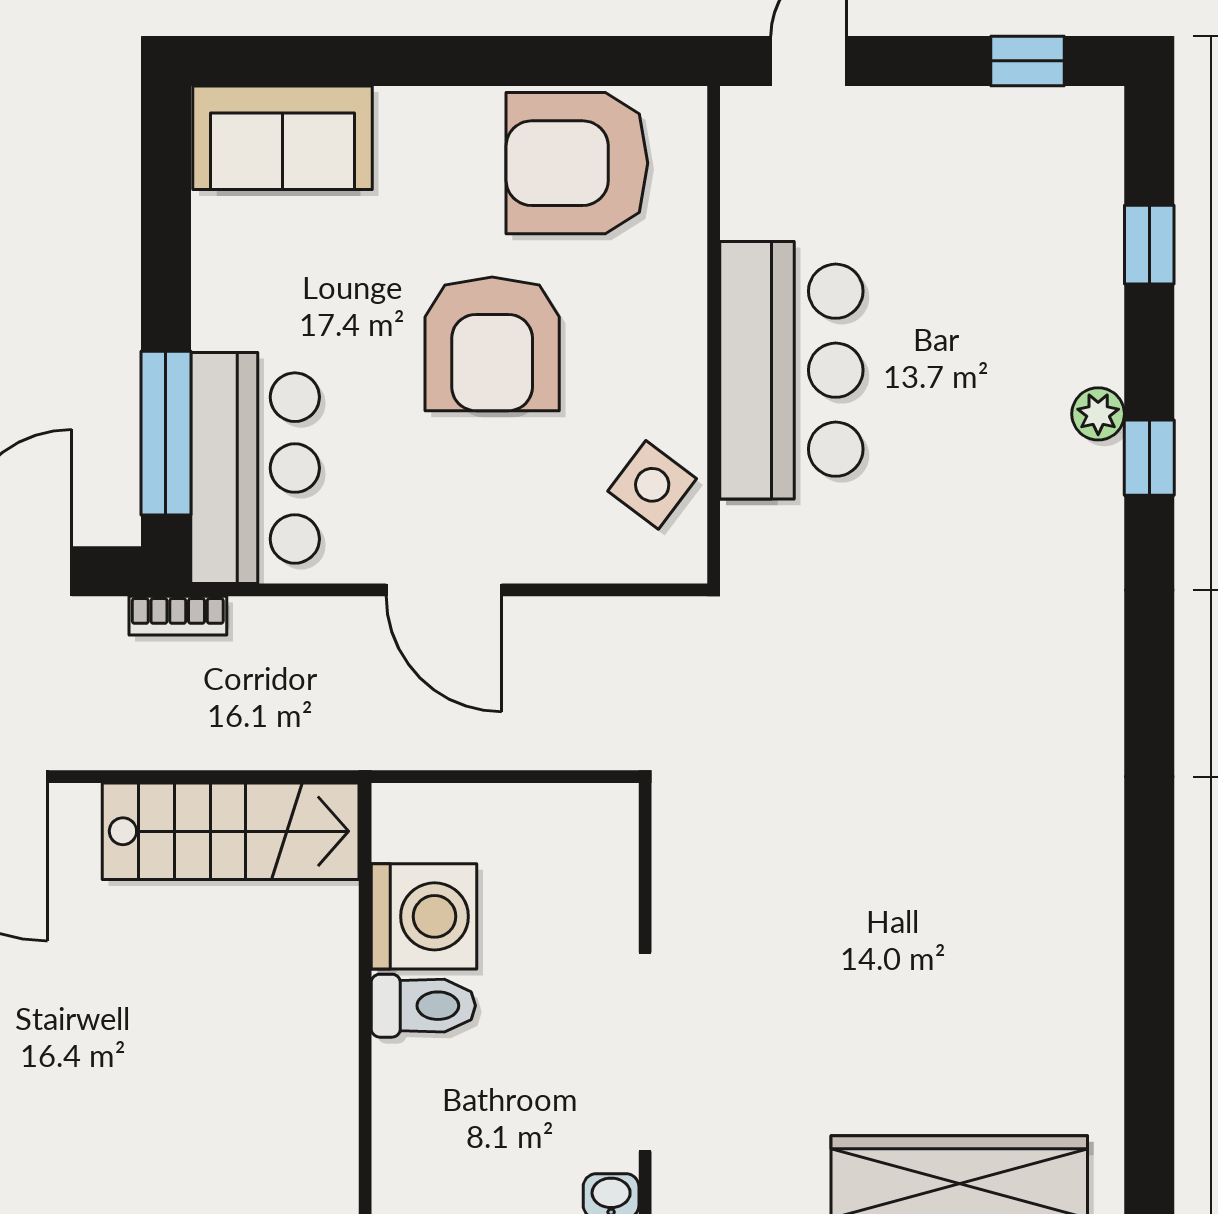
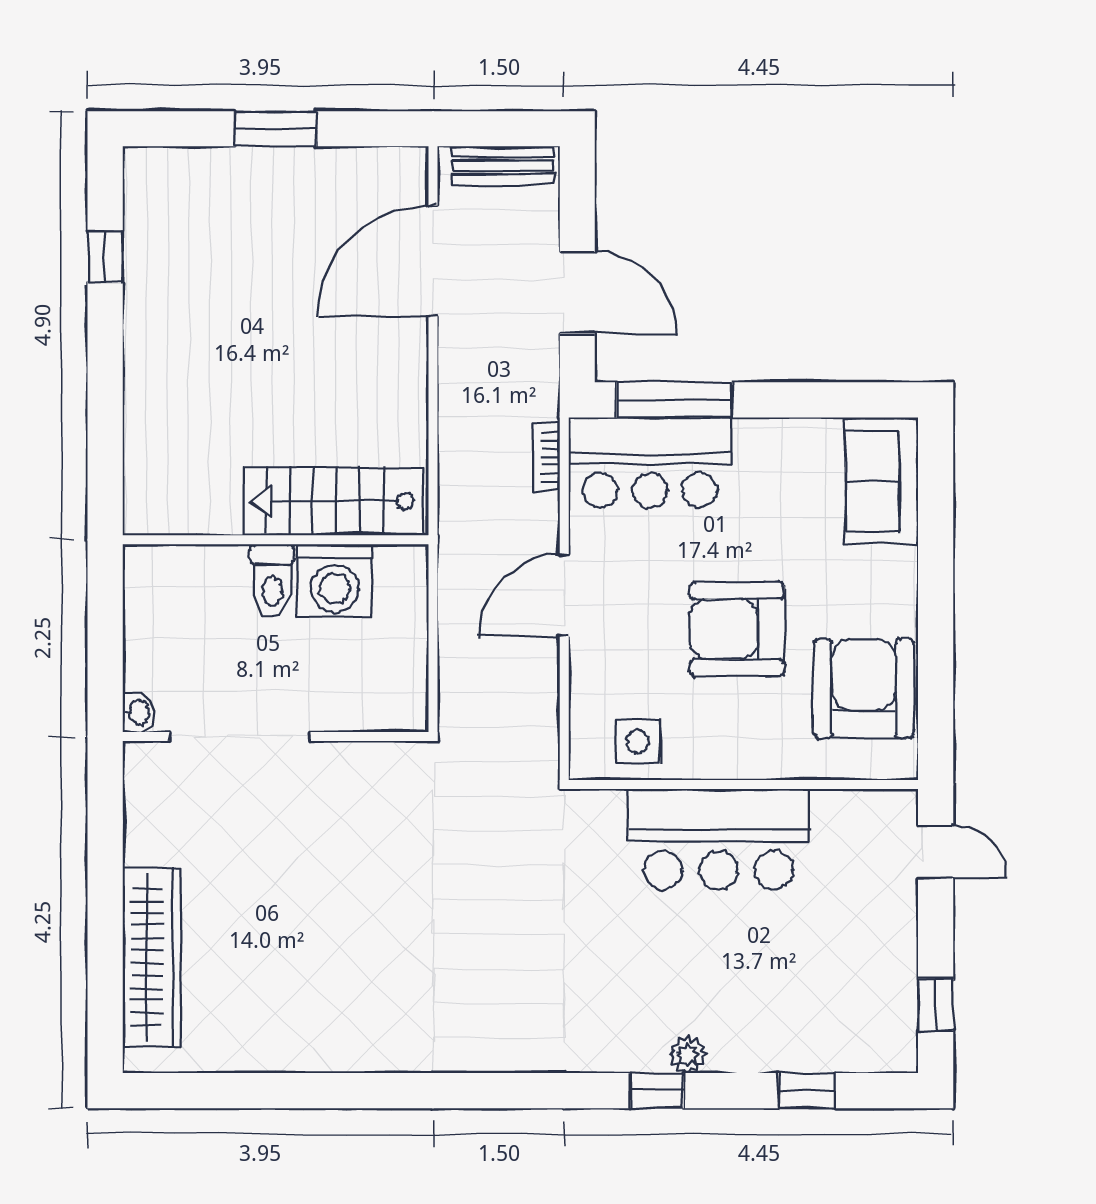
side table: (652, 485) -> (638, 741), turned -37
bookcase: (178, 616) -> (546, 457), moved
stairs: (231, 831) -> (333, 501), moved, turned 90

